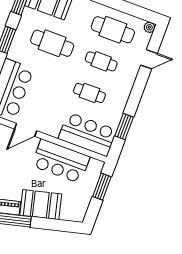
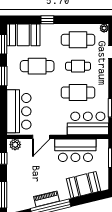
cafe table: (89, 93) -> (78, 92), width x1.37, depth x1.35
booth: (41, 205) -> (84, 185), moved

